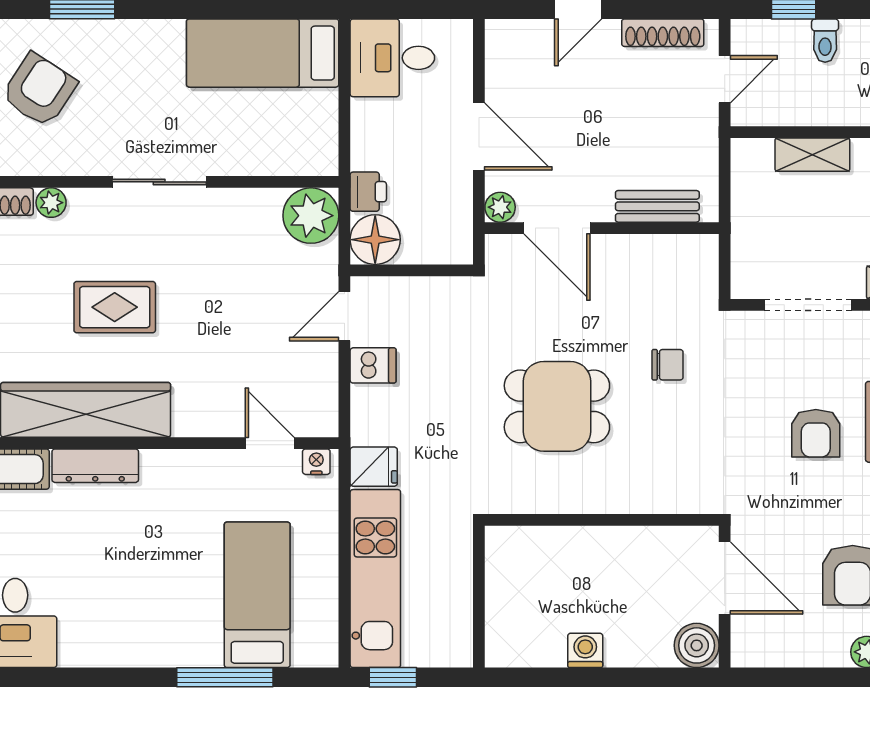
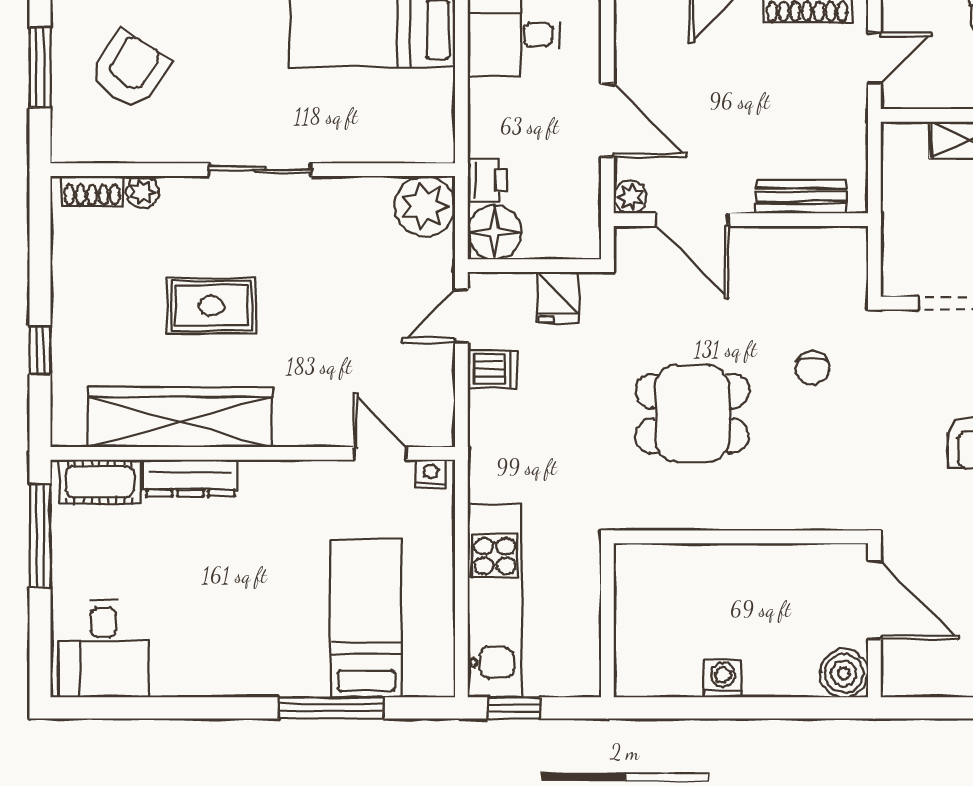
chair: (668, 365) -> (812, 368), turned 90
fridge: (374, 467) -> (558, 297), moved, turned 90

